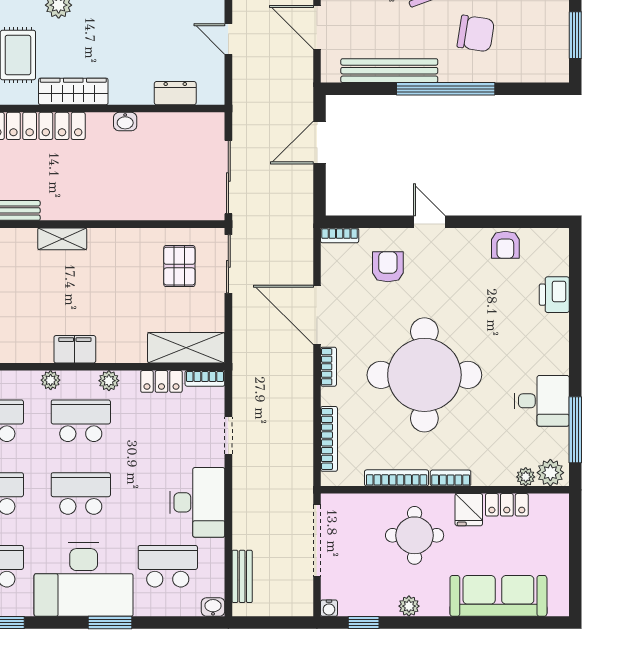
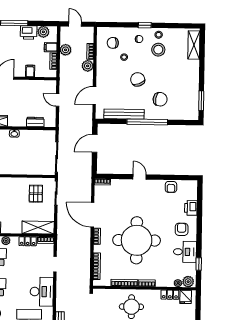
door: (317, 27) -> (94, 96), hinge flipped
armchair: (388, 267) -> (182, 229), moved
window: (575, 430) -> (199, 264), width x0.46
fridge: (469, 510) -> (186, 297), moved

